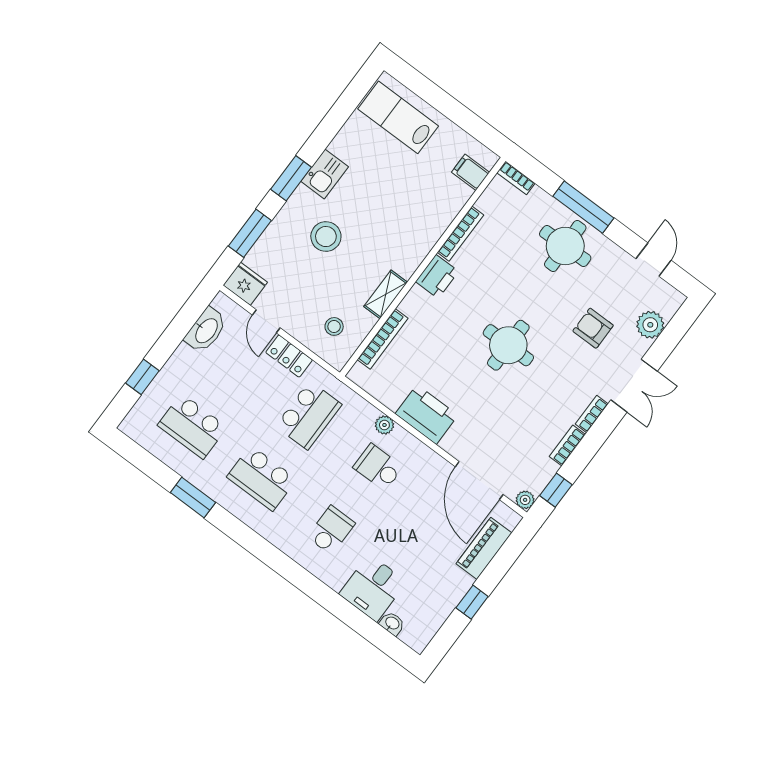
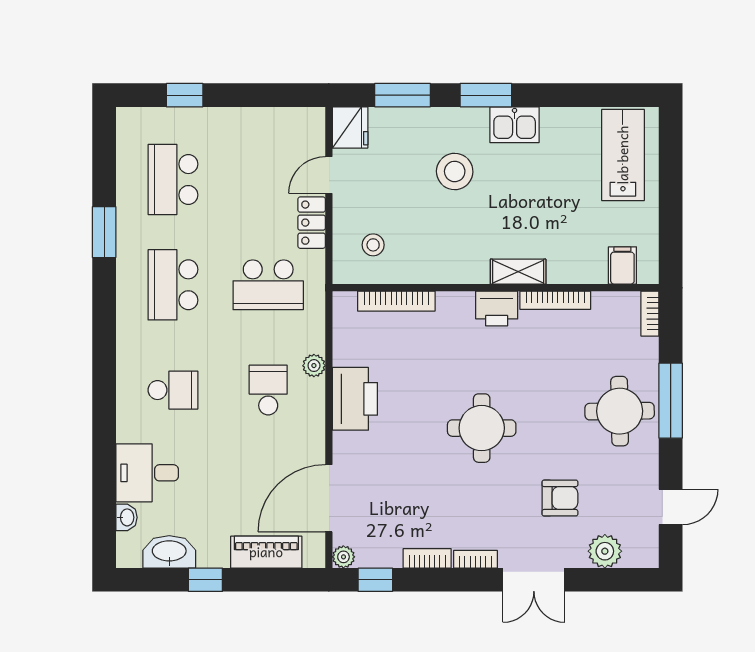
shelving: (386, 294) -> (518, 272), moved
armchair: (593, 328) -> (560, 498), turned 90
washbasin: (206, 330) -> (169, 552), moved, turned 180

